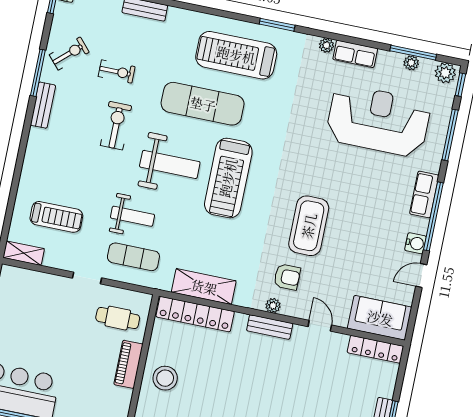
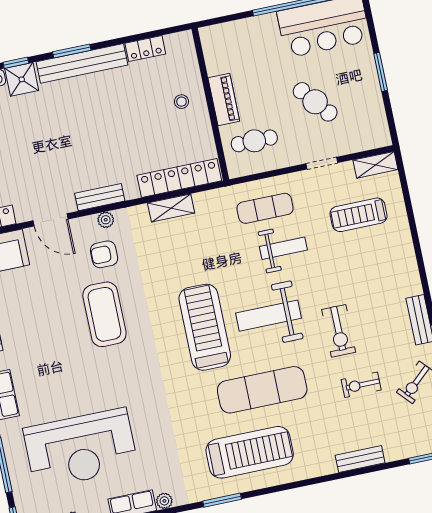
weight bench: (133, 216) -> (283, 248), turned 180
doorway: (87, 278) -> (322, 163), moved
shelving: (204, 287) -> (171, 208), width x0.67, depth x0.75
door: (320, 326) -> (51, 220), width x1.38
cafe table: (52, 329) -> (315, 102), added
stool: (165, 378) -> (181, 102), width x0.53, depth x0.53

